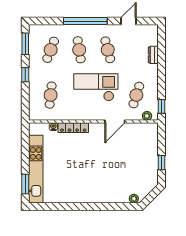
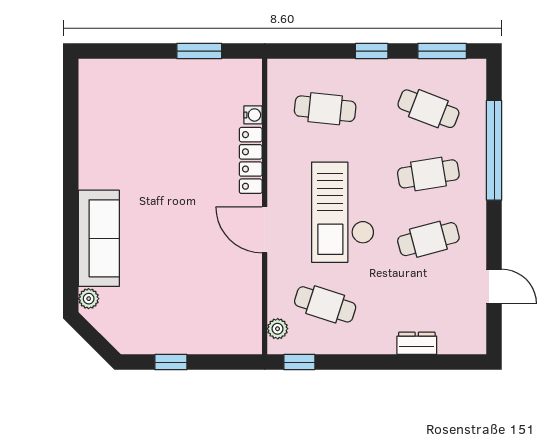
window: (85, 21) -> (494, 150), moved
checkout: (96, 87) -> (343, 212), turned 180
door: (115, 122) -> (265, 230), moved
kitchen unit: (36, 169) -> (156, 75), removed
window: (25, 184) -> (199, 51), moved
sofa: (107, 194) -> (99, 238), added

